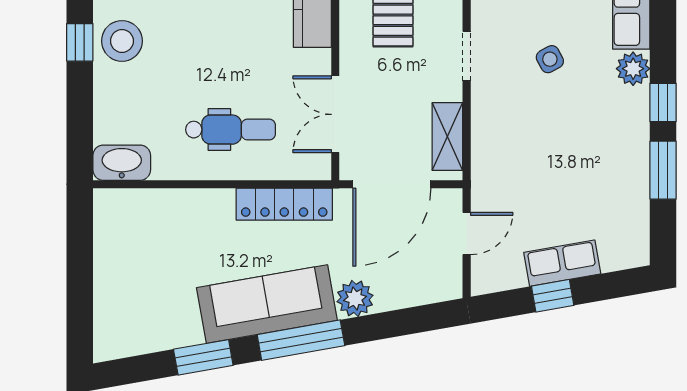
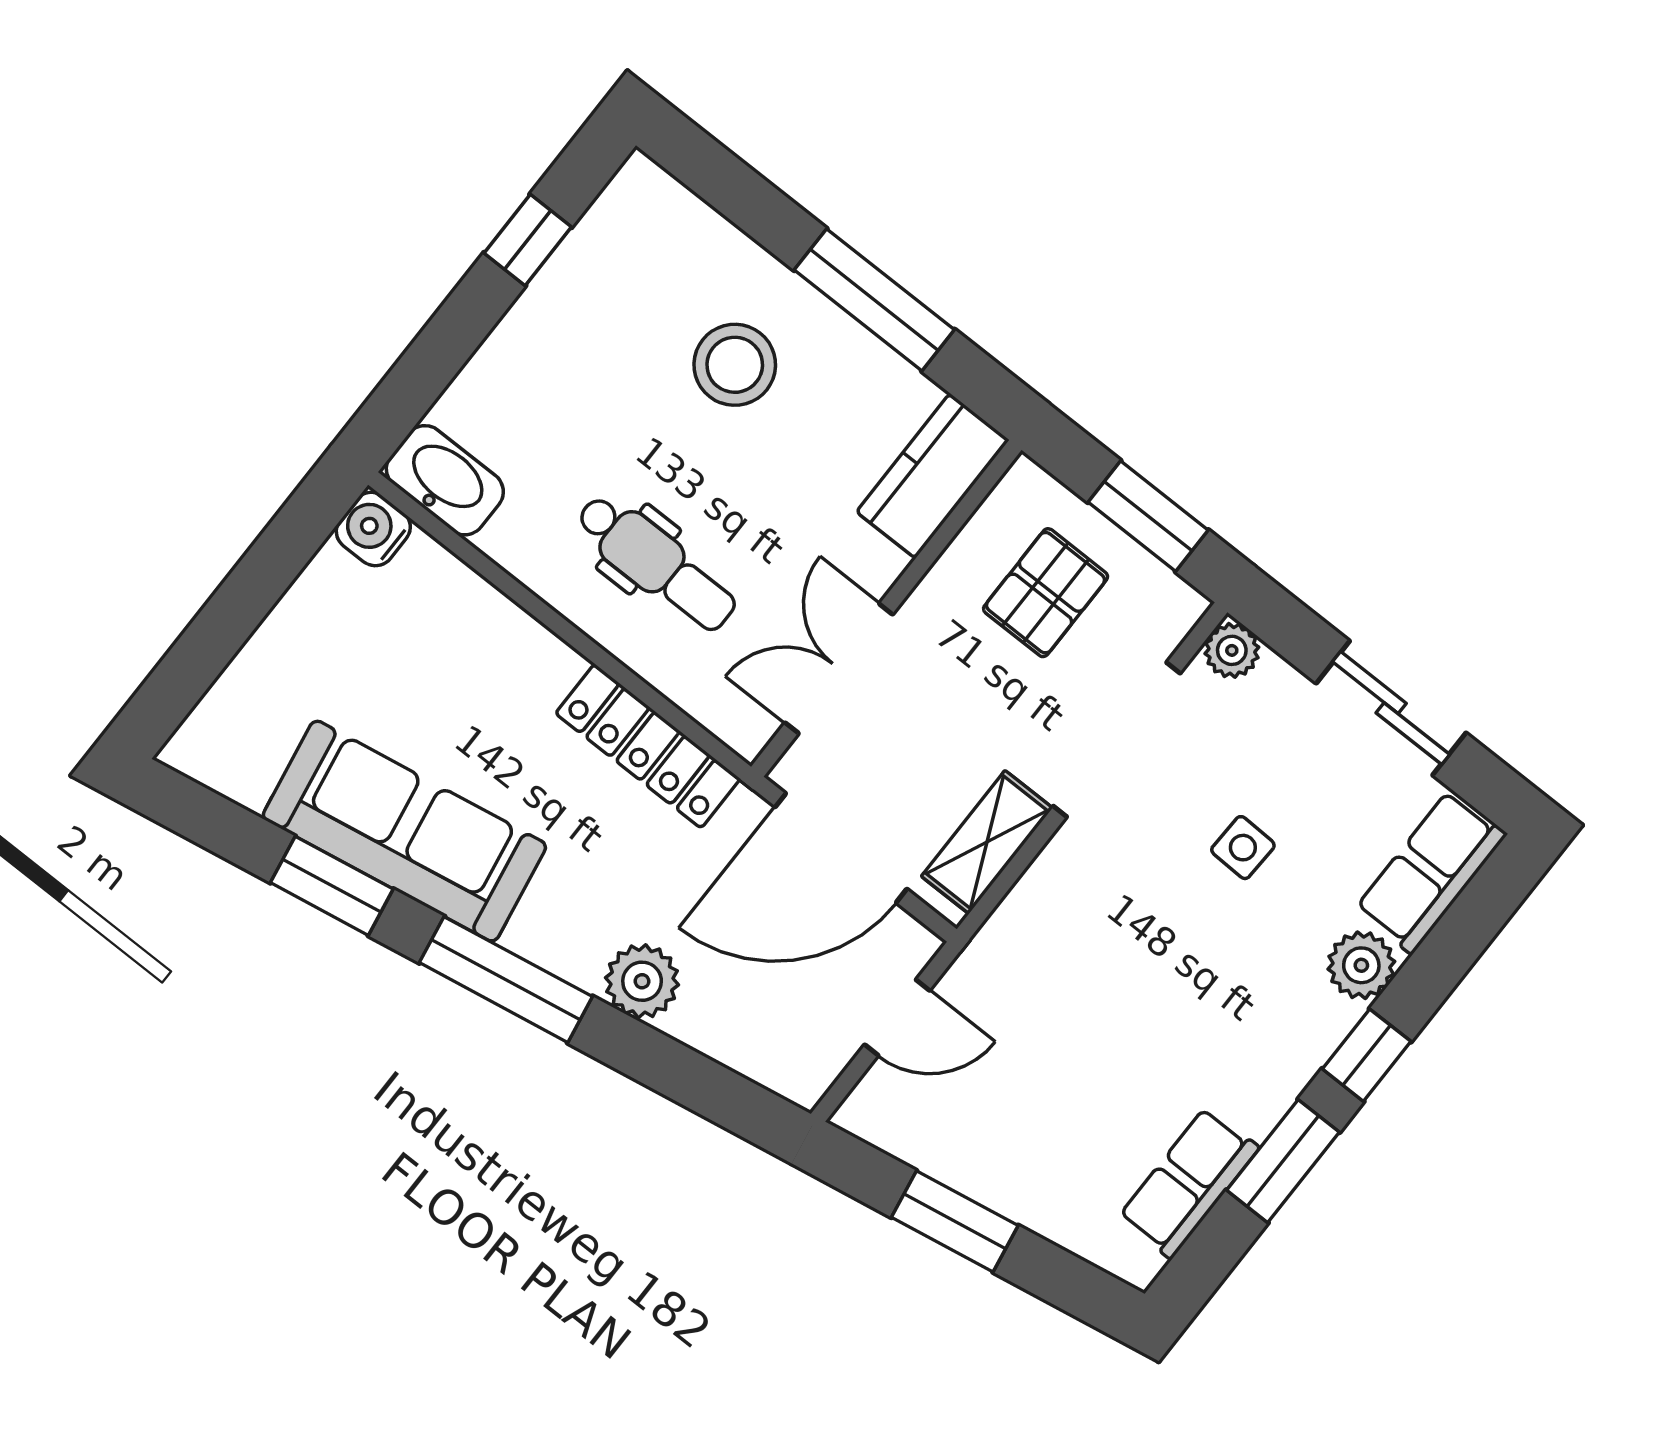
stool: (122, 41) -> (735, 365), moved
doorway: (467, 56) -> (1117, 740), width x1.87
side table: (550, 59) -> (1243, 848), turned 30
water cooler: (109, 204) -> (373, 529), added
row of seats: (562, 263) -> (1189, 1183), moved, turned -80
window: (553, 296) -> (955, 1221), width x1.50
sofa: (267, 304) -> (404, 831), moved

